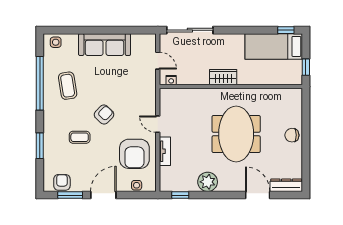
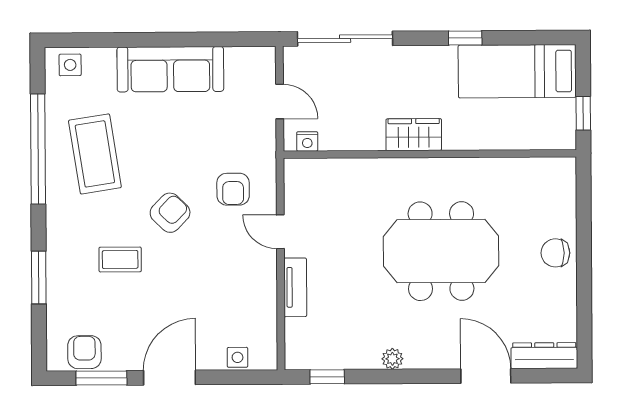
window: (286, 30) -> (465, 38), moved
coffee table: (68, 86) -> (95, 154), width x1.36, depth x1.32
meeting table: (236, 134) -> (441, 251), turned 90
armchair: (134, 154) -> (233, 189), moved, width x0.53, depth x0.53
plant: (208, 182) -> (392, 359), width x0.53, depth x0.53

